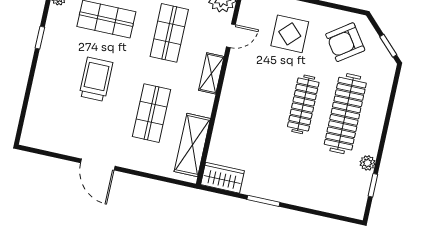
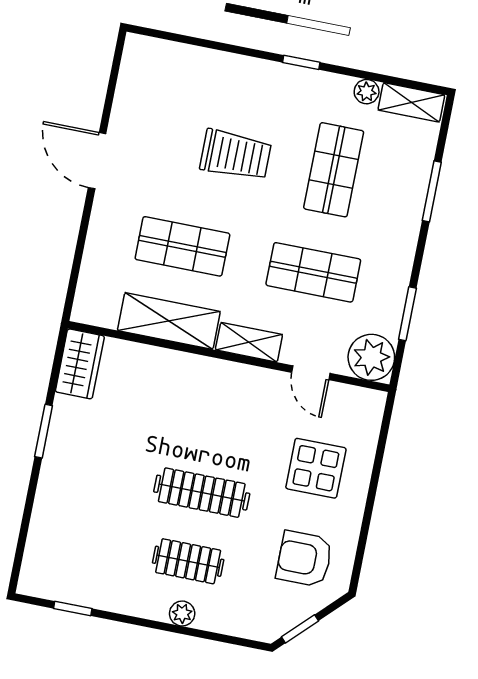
armchair: (345, 42) -> (304, 559), turned -55
clothes rail: (345, 114) -> (188, 561), width x0.54, depth x0.76
shelving: (192, 145) -> (169, 321), moved
plant: (367, 163) -> (182, 614), moved
door: (98, 164) -> (97, 161), hinge flipped

